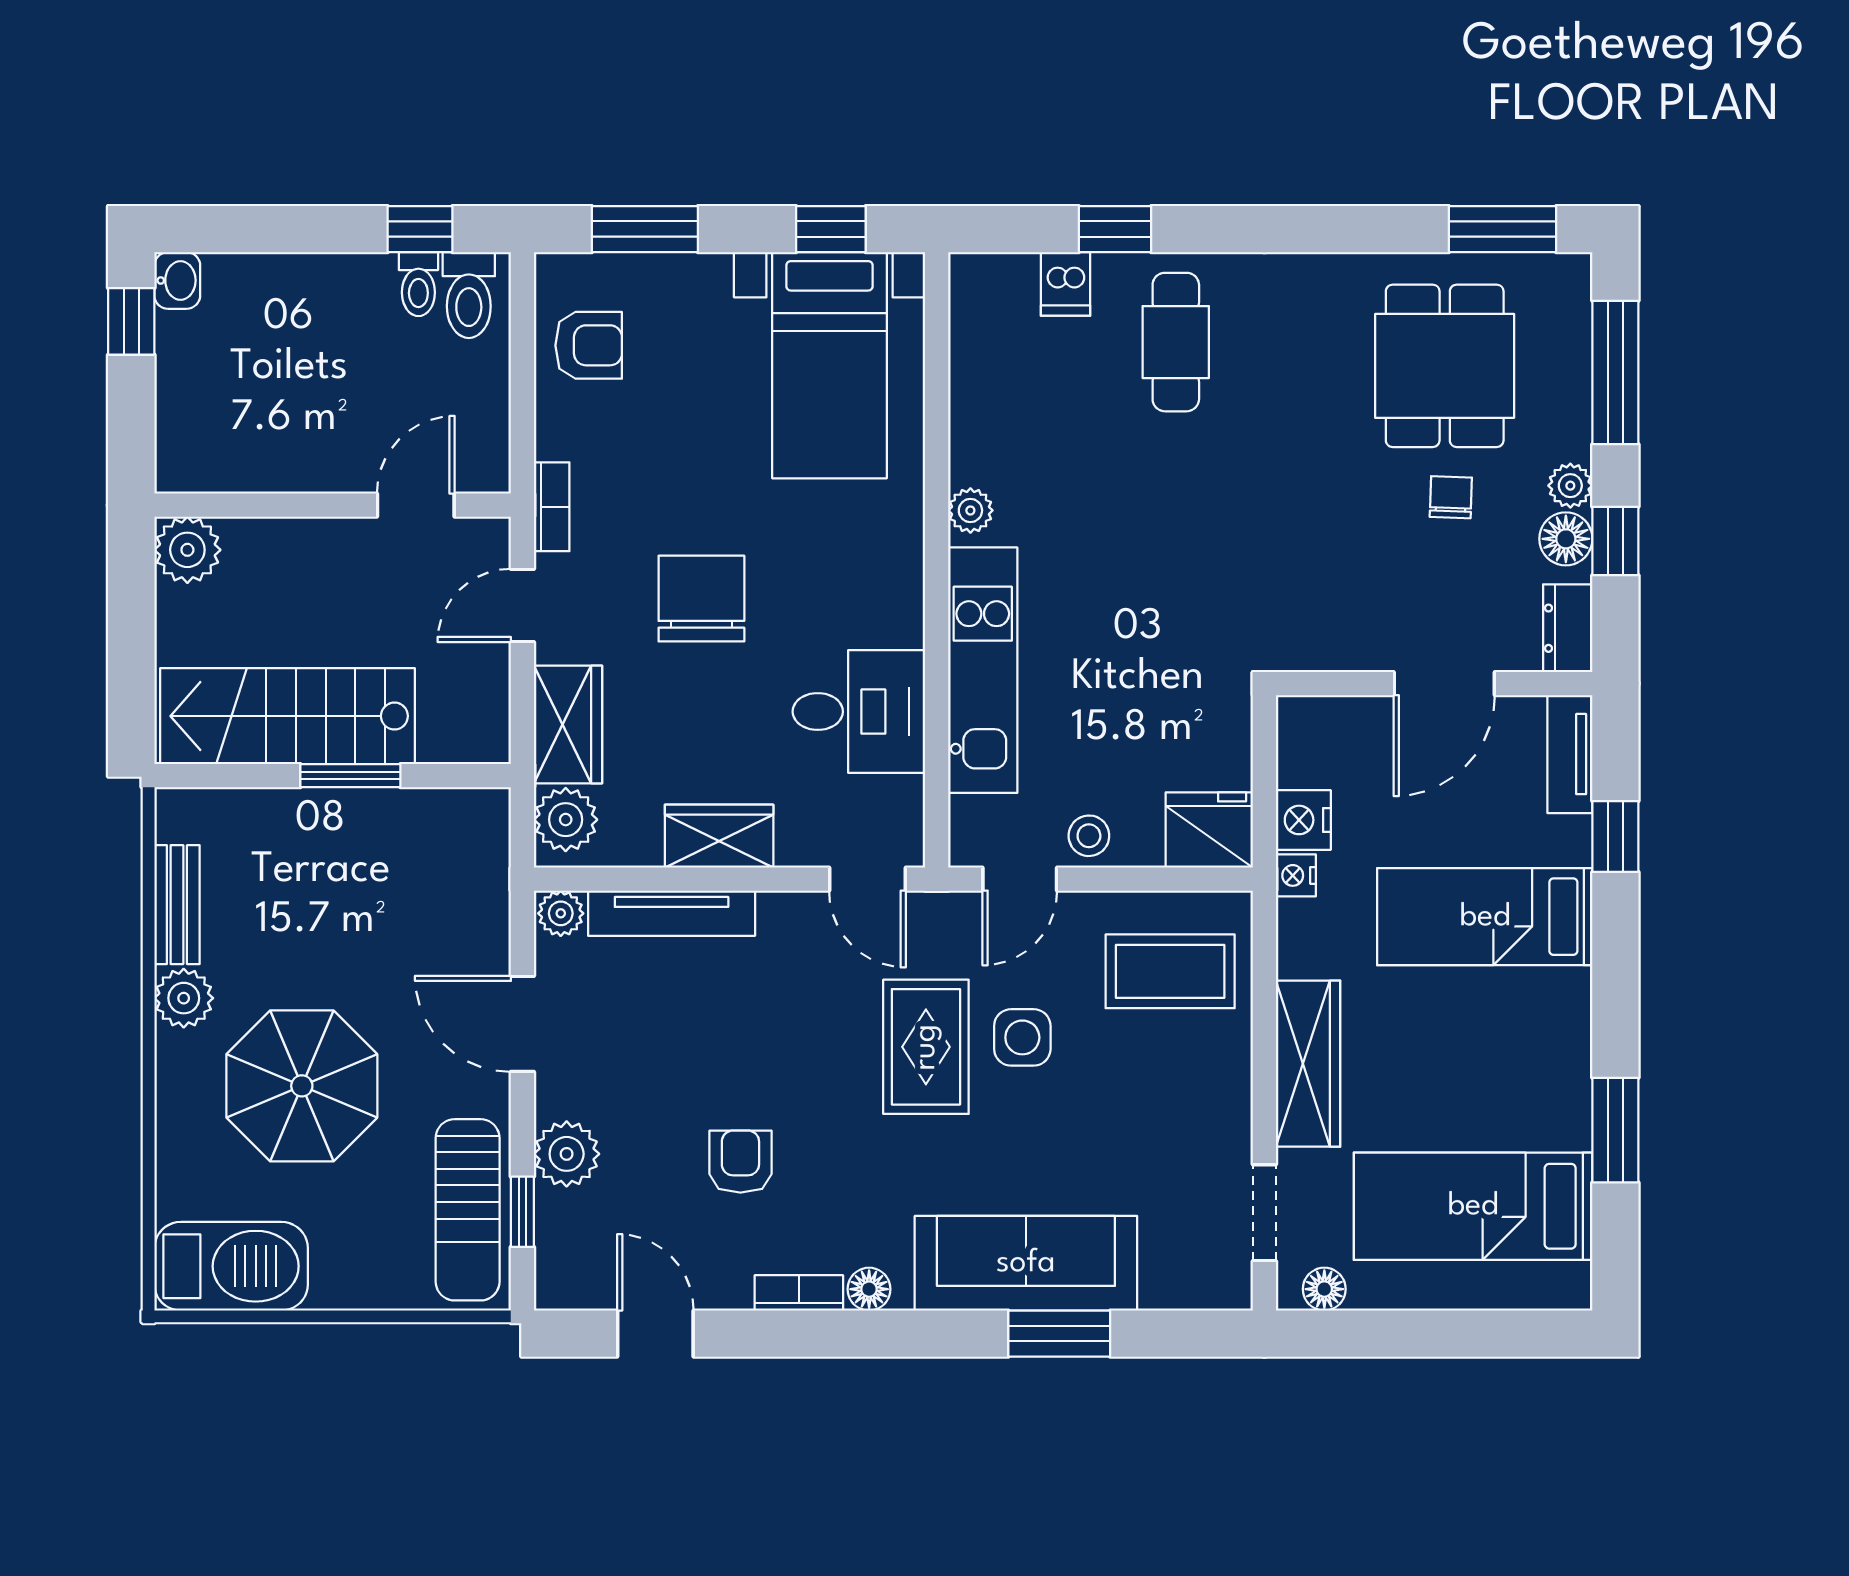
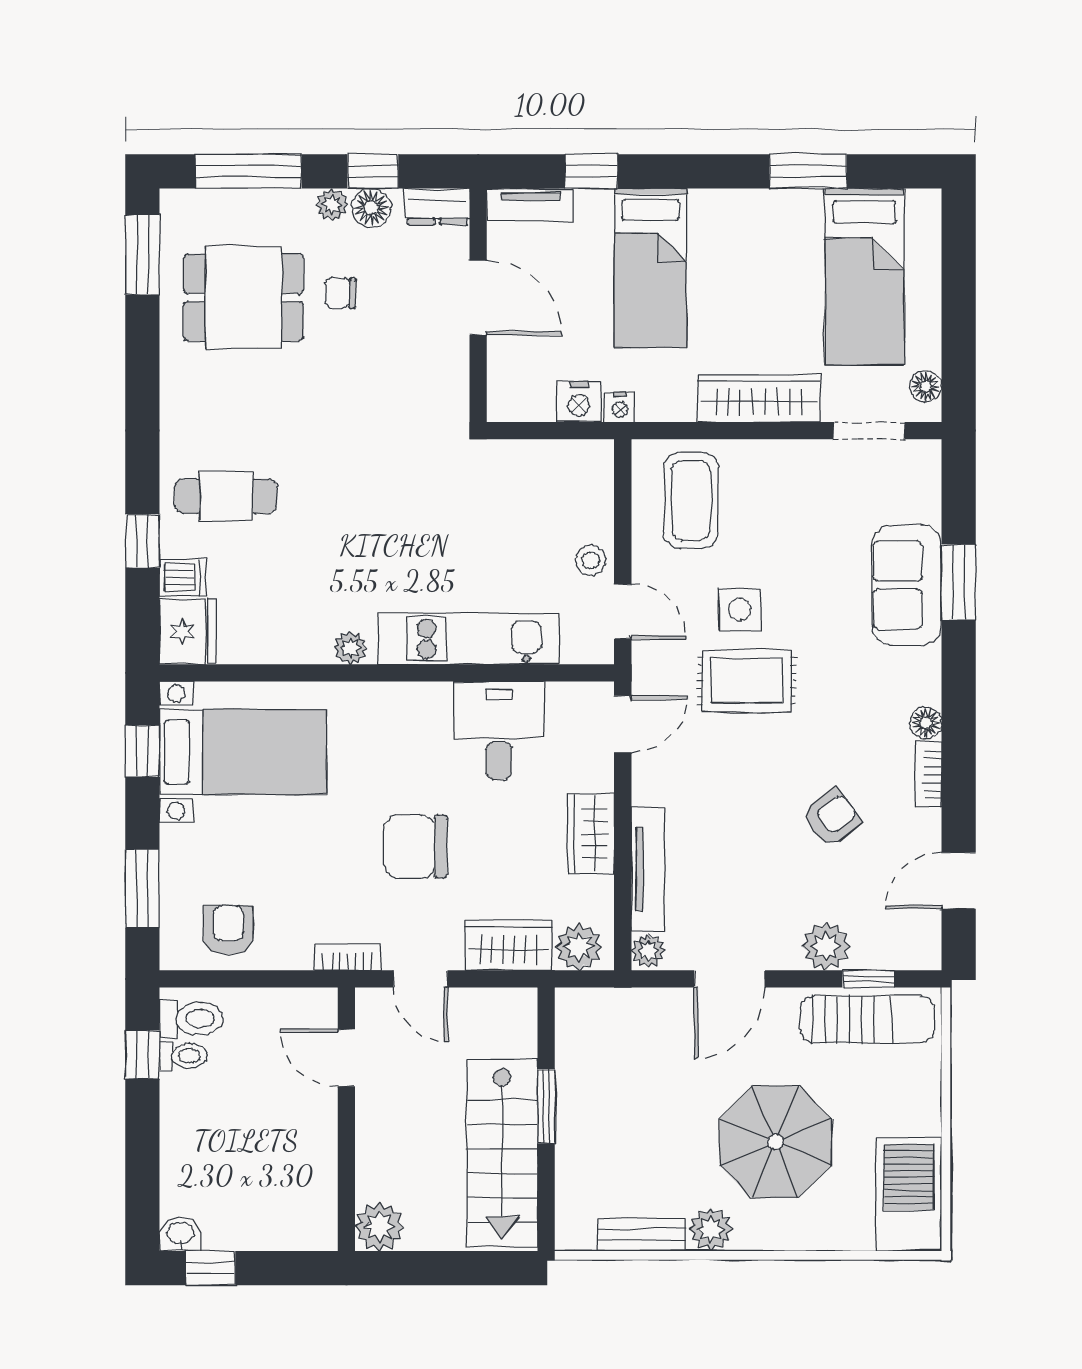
fridge: (1209, 830) -> (187, 632), moved, turned 180
armchair: (740, 1162) -> (832, 818), turned 143
sofa: (1026, 1263) -> (907, 585), width x0.73

